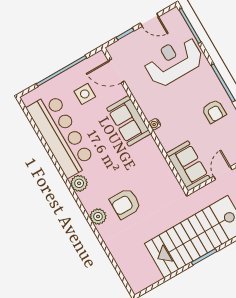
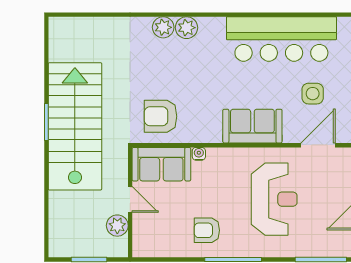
reception desk: (173, 61) -> (274, 199), moved
water cooler: (155, 124) -> (199, 154), moved
plant: (79, 183) -> (187, 28), moved
armchair: (125, 204) -> (161, 116), moved, turned -90

